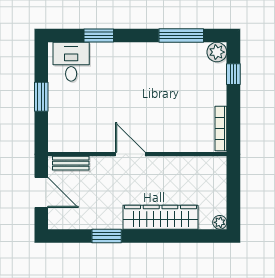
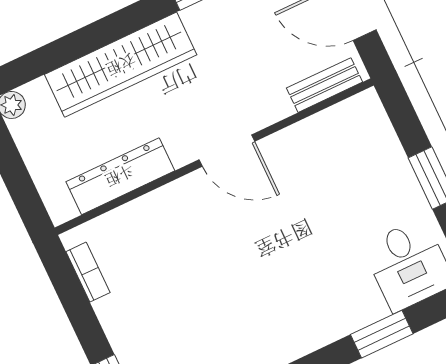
bookcase: (221, 128) -> (88, 272), width x0.64
dresser: (185, 166) -> (120, 176), added

